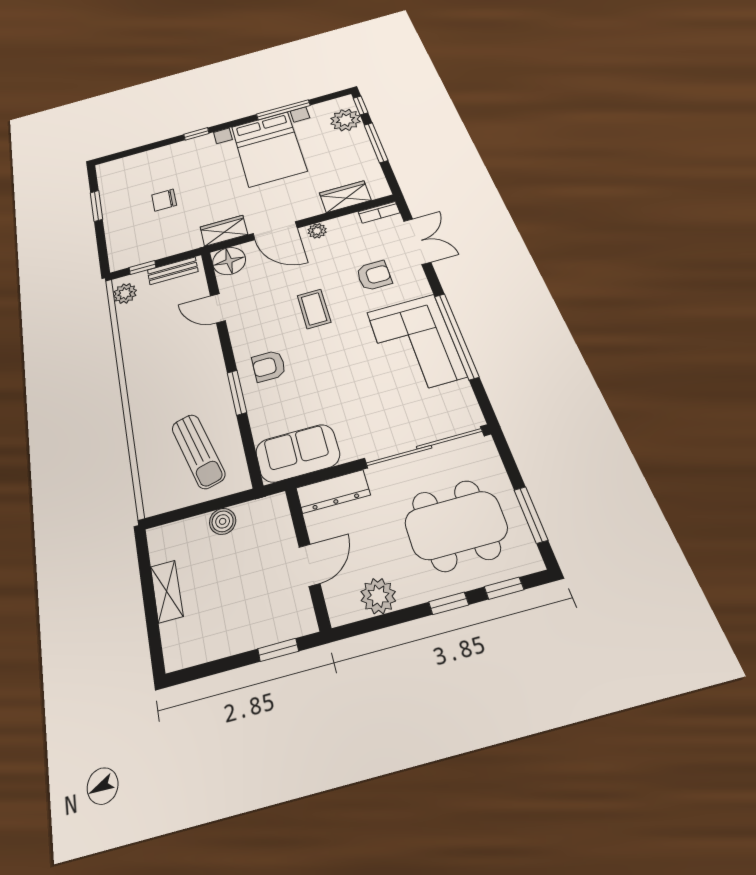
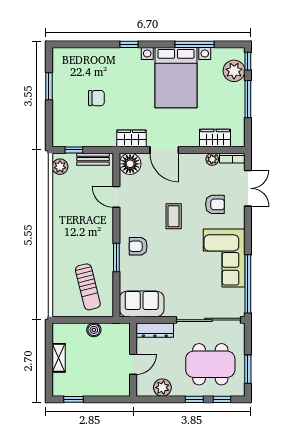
chair: (164, 200) -> (96, 98), turned 180
plant: (317, 231) -> (212, 159), moved
window: (456, 336) -> (248, 284), moved
window: (278, 650) -> (74, 399), moved

